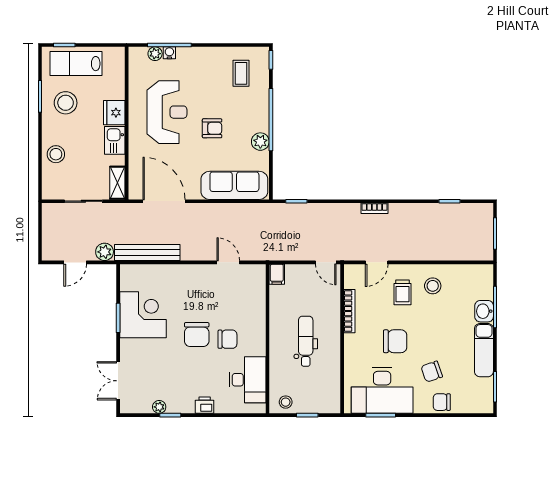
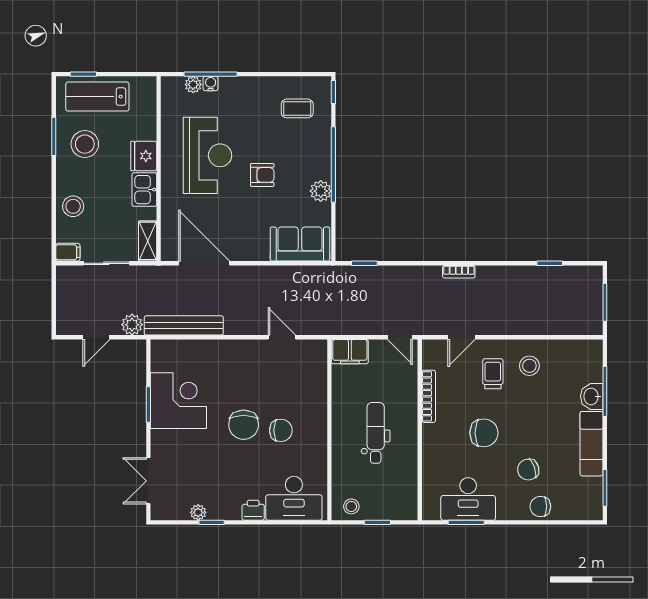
coffee table: (241, 73) -> (297, 108), turned 90
sofa: (234, 185) -> (300, 244), width x0.73
filing cabinet: (52, 192) -> (68, 252), added
filing cabinet: (277, 274) -> (350, 352), width x2.00
trolley: (403, 292) -> (493, 374), turned 180
desk: (248, 380) -> (294, 498), moved, turned 90
desk: (382, 391) -> (468, 499), width x0.73, depth x0.77

